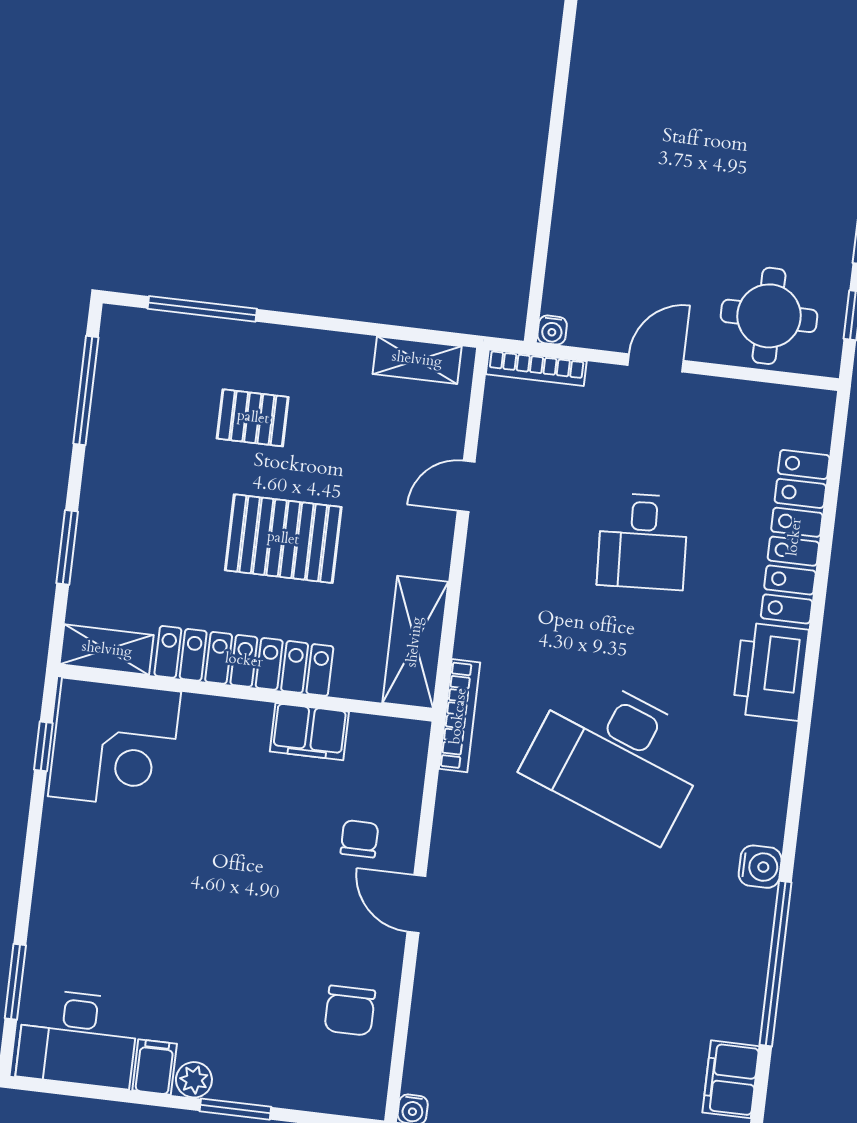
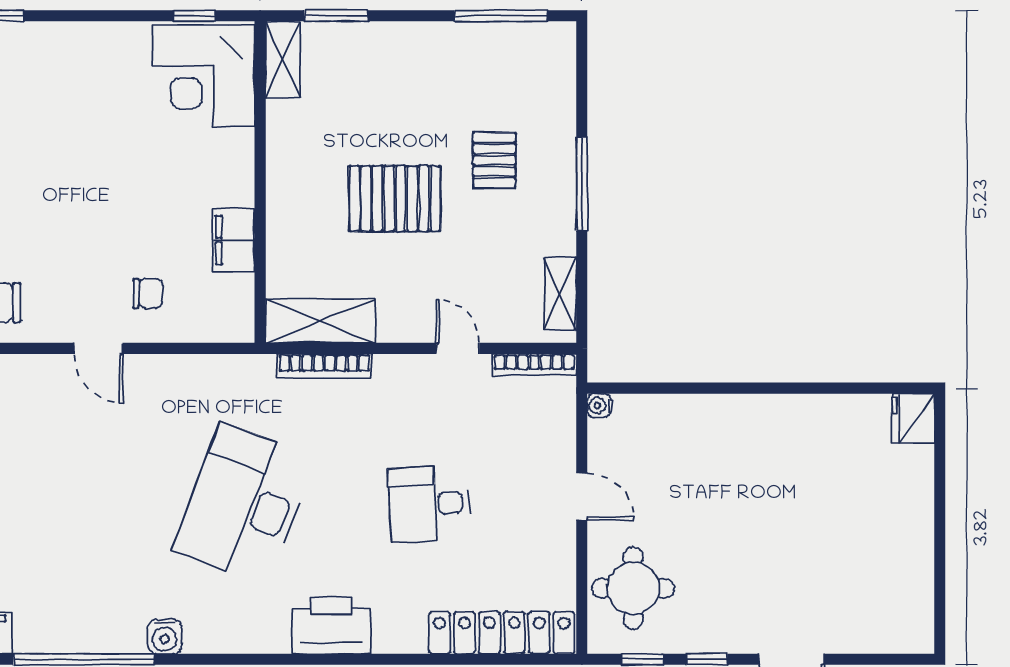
window: (202, 309) -> (582, 184), moved
bookcase: (536, 368) -> (534, 365), moved, turned -90
locker: (795, 537) -> (502, 633), moved
pallet: (283, 539) -> (395, 198), turned 90
window: (67, 547) -> (336, 16), moved
locker: (244, 661) -> (287, 177), removed
bookcase: (459, 716) -> (324, 366), moved
door: (416, 904) -> (98, 348), swing flipped

